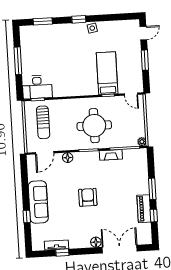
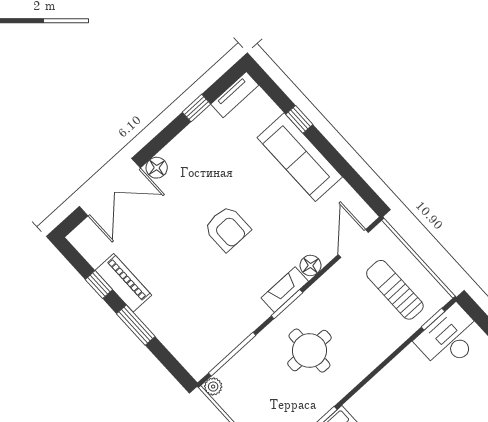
round table: (94, 126) -> (309, 351), width x0.73, depth x0.73
fireplace: (111, 155) -> (285, 290), moved
tv unit: (56, 245) -> (235, 95), moved

